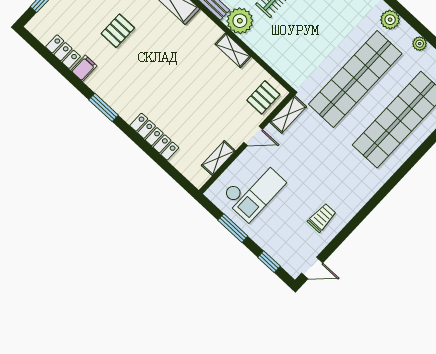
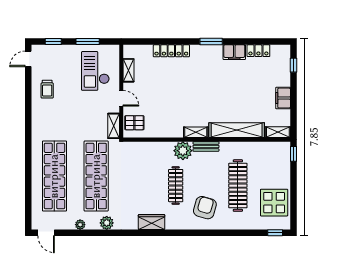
pallet: (118, 31) -> (240, 88), removed
shelving: (233, 50) -> (196, 132), moved
filing cabinet: (84, 68) -> (234, 52), width x2.00
pallet: (263, 97) -> (134, 123), turned 90
door: (253, 136) -> (121, 98), swing flipped

